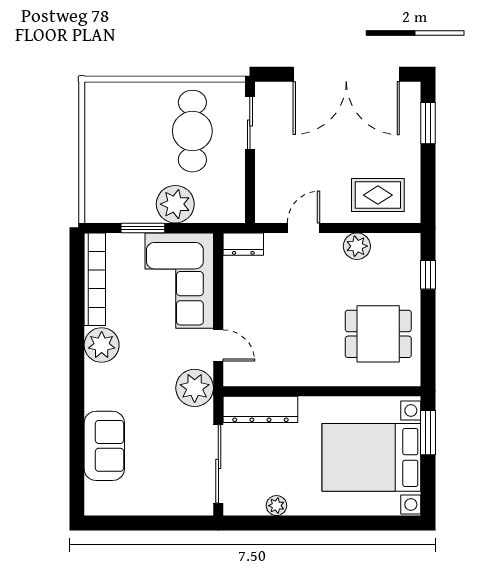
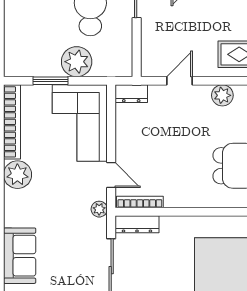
bookcase: (254, 379) -> (140, 202), added
plant: (195, 388) -> (99, 209), width x0.53, depth x0.53
dresser: (260, 409) -> (137, 224), width x0.73, depth x0.80

